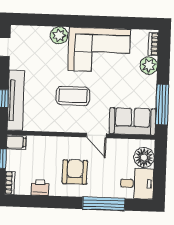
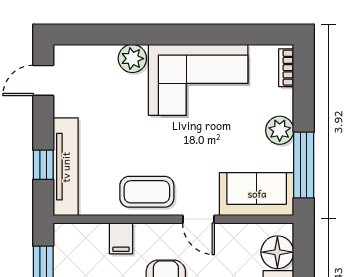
plant: (149, 66) -> (280, 130), moved
coffee table: (73, 96) -> (147, 192), moved
filing cabinet: (16, 142) -> (121, 238), moved, turned 90

